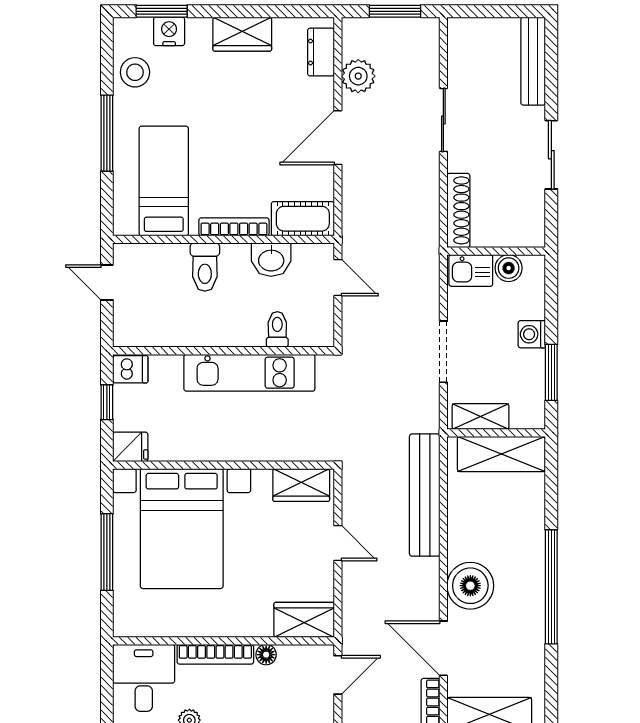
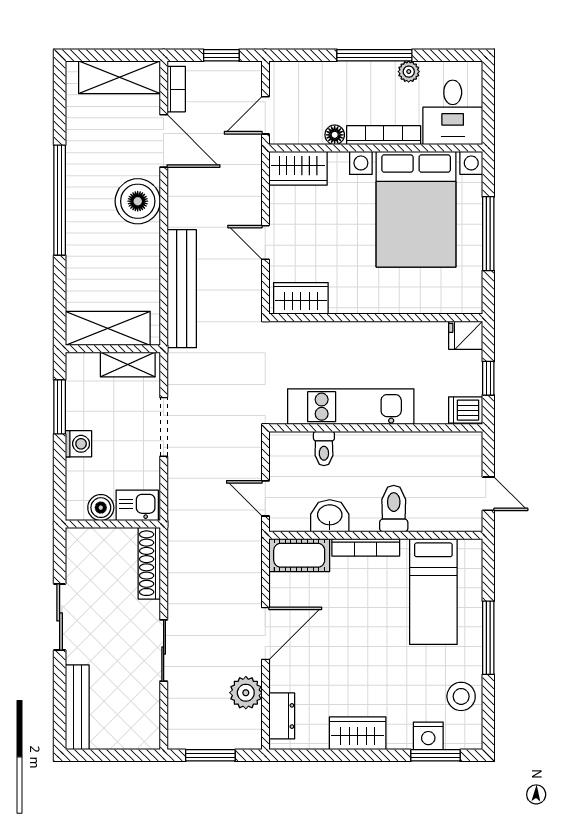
bed with nightstands: (182, 529) -> (416, 209), moved, turned 180

